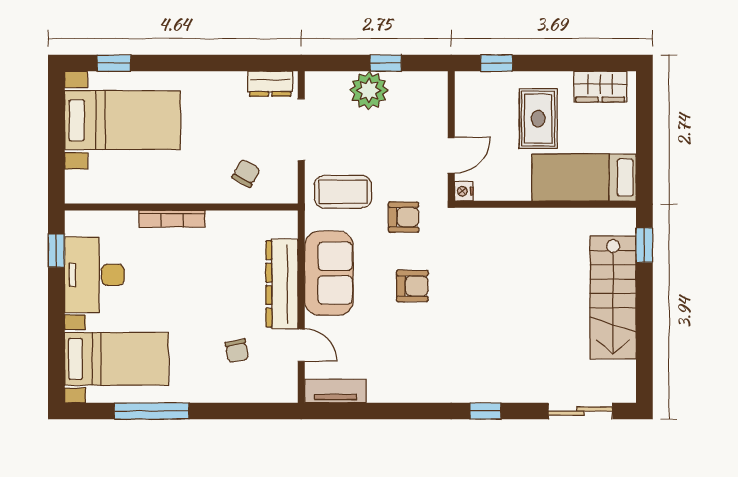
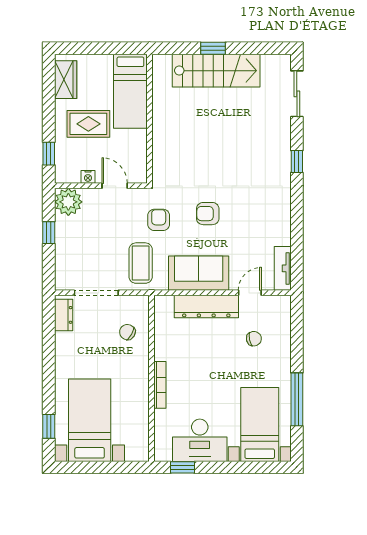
plant: (369, 90) -> (68, 202), moved
nightstand: (464, 191) -> (88, 177), moved
window: (644, 245) -> (213, 48), moved
armchair: (412, 286) -> (208, 214), turned -90

